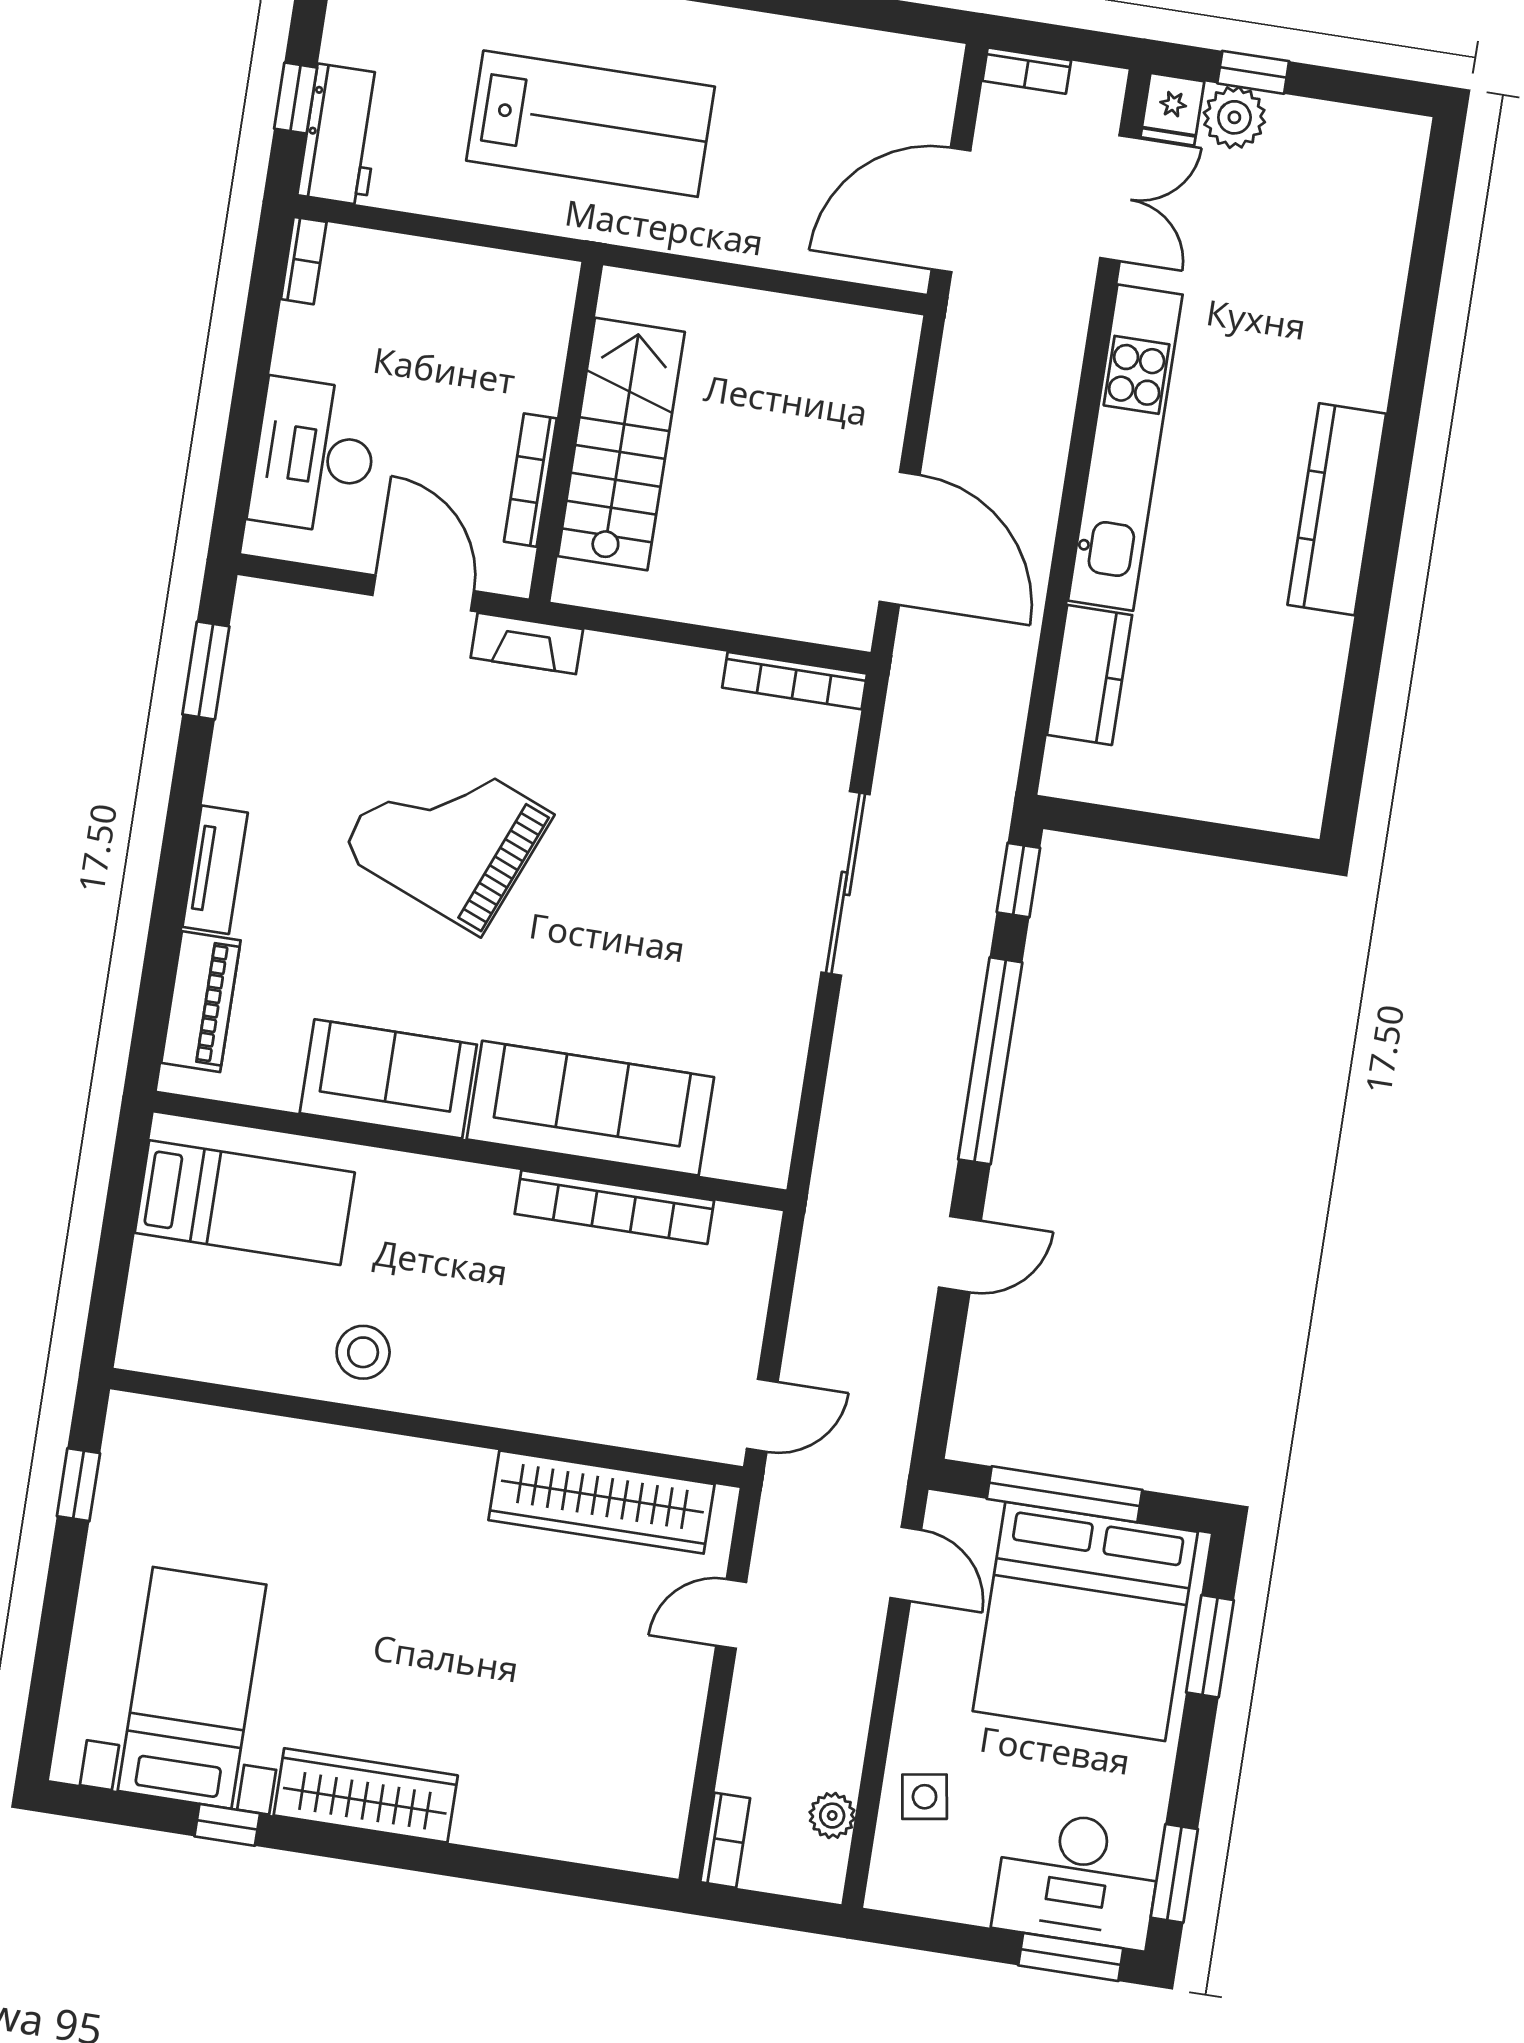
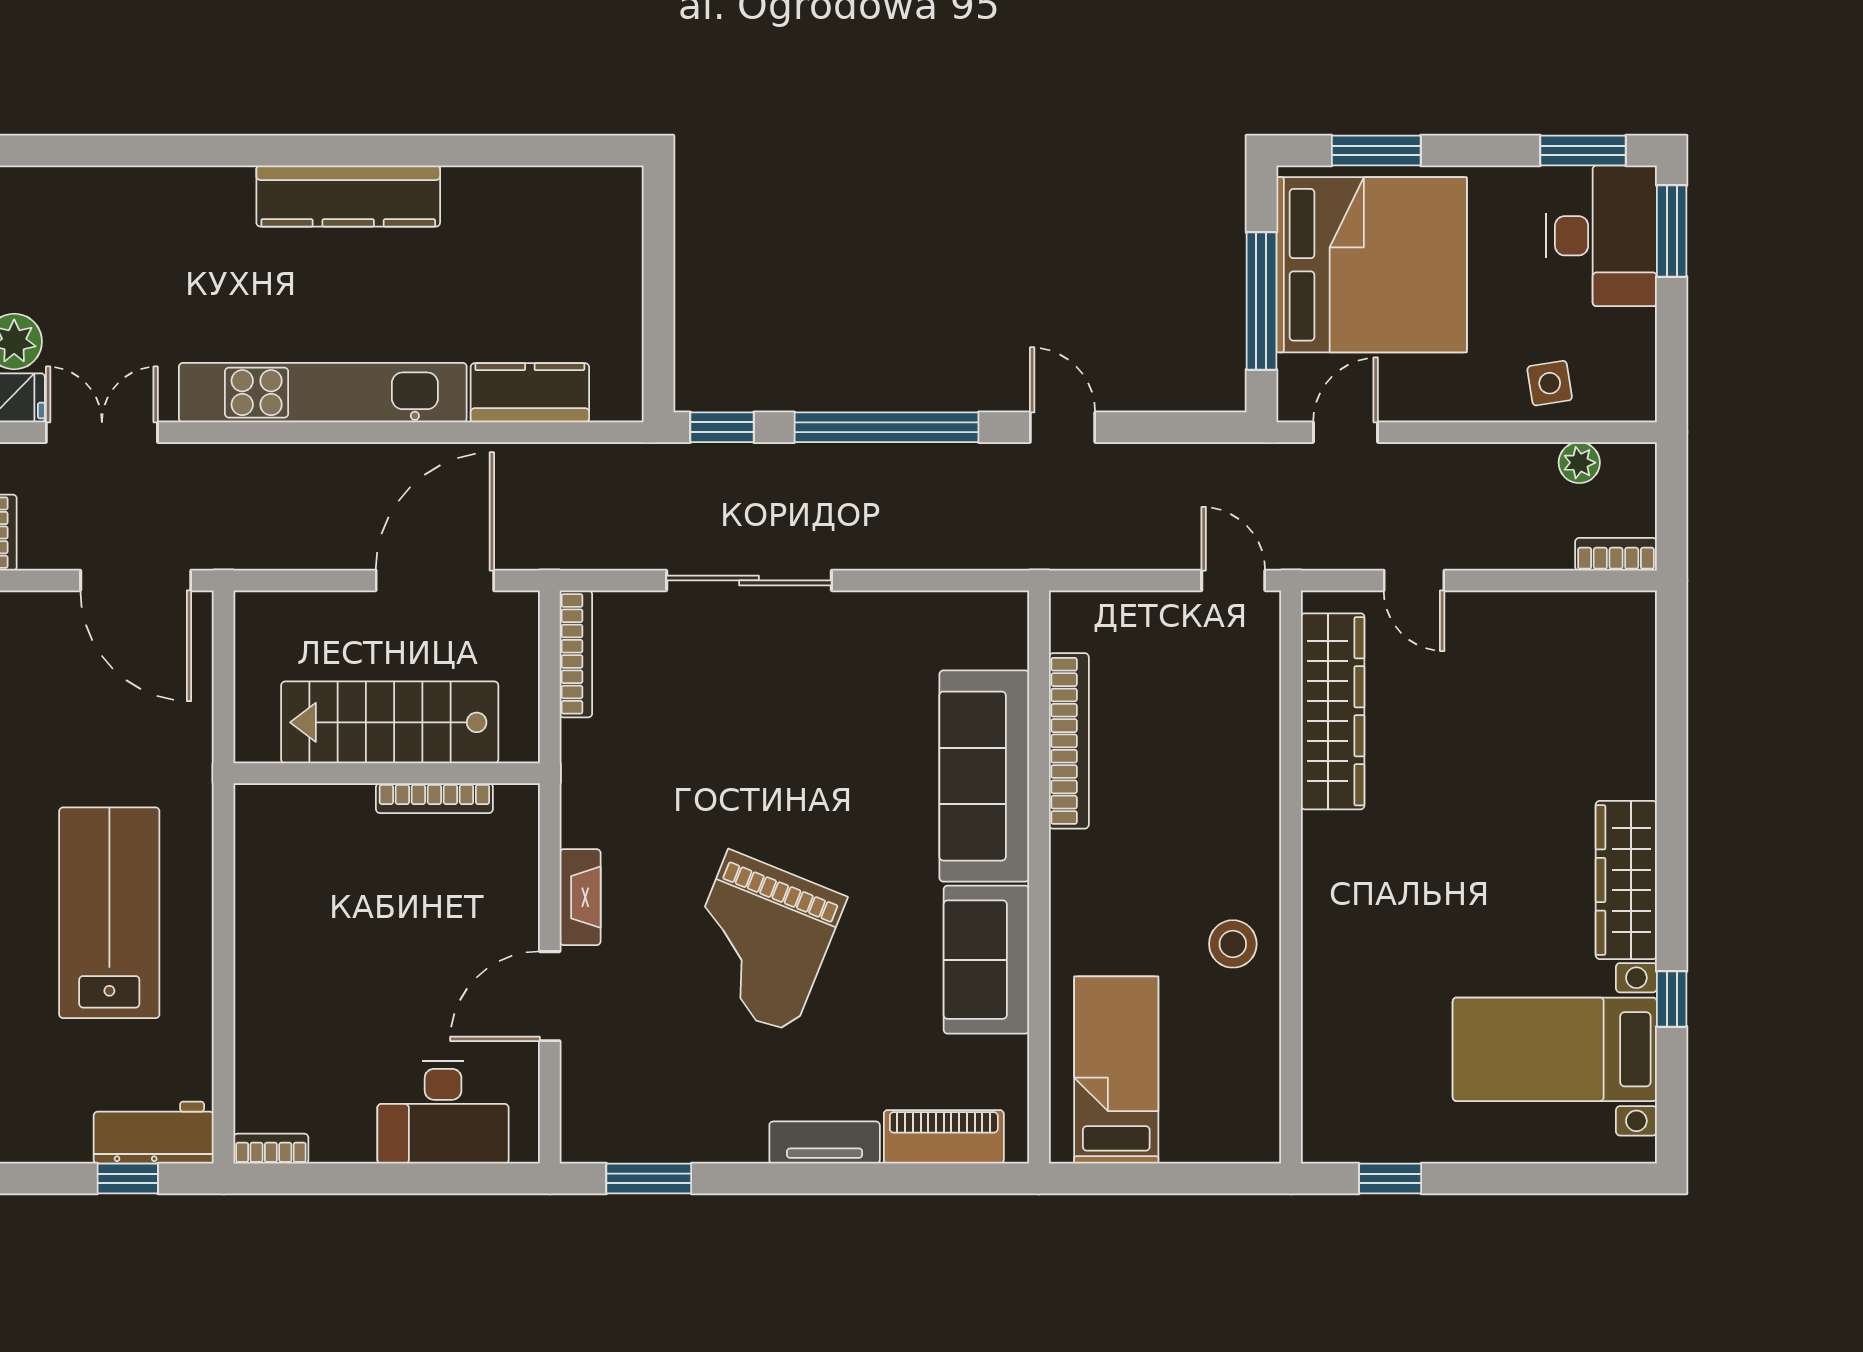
wall: (566, 432) -> (387, 773), moved
stairs: (621, 444) -> (390, 722), moved
bookcase: (530, 480) -> (434, 798), moved

